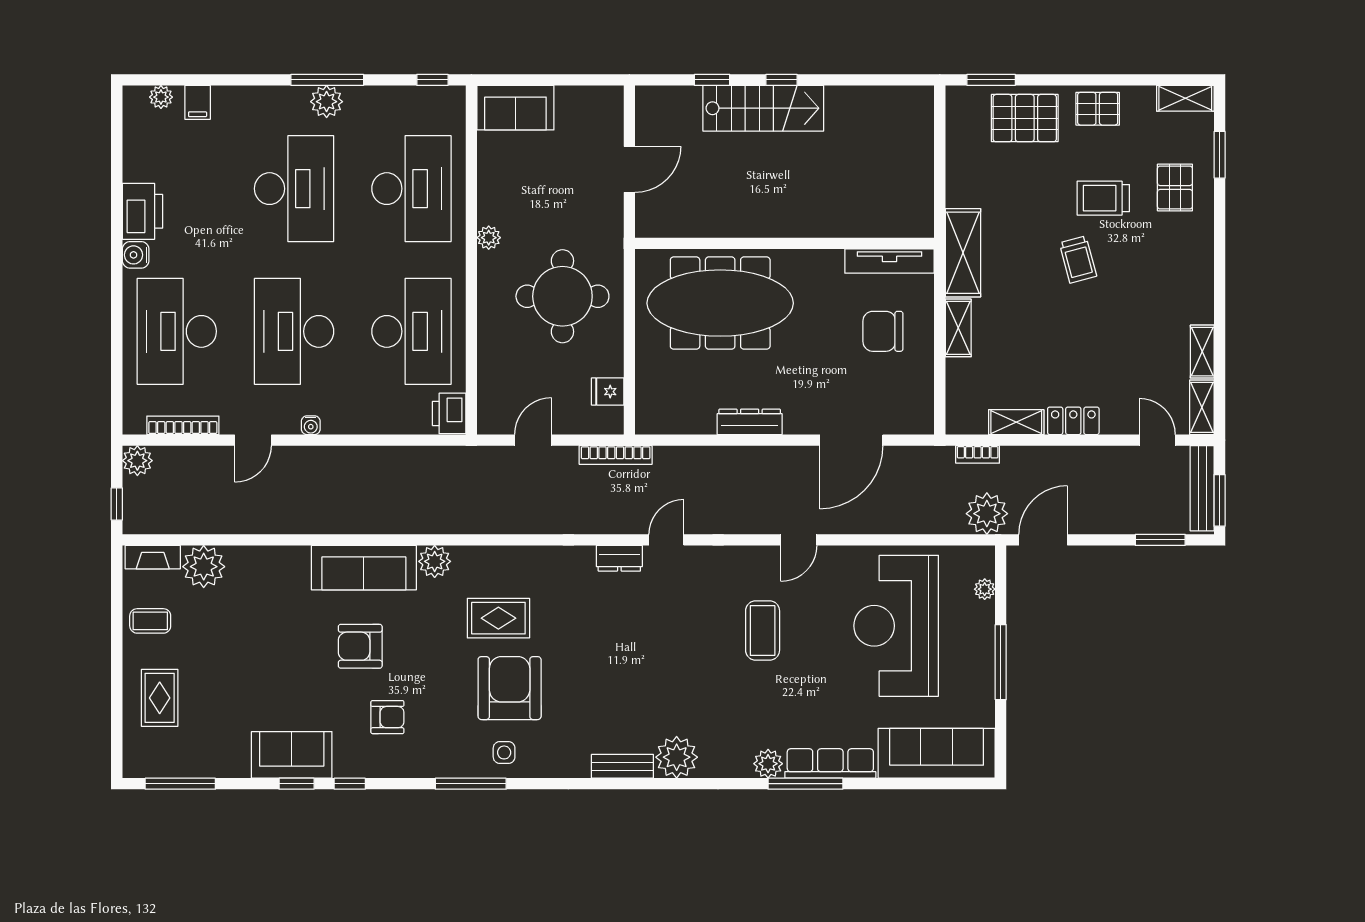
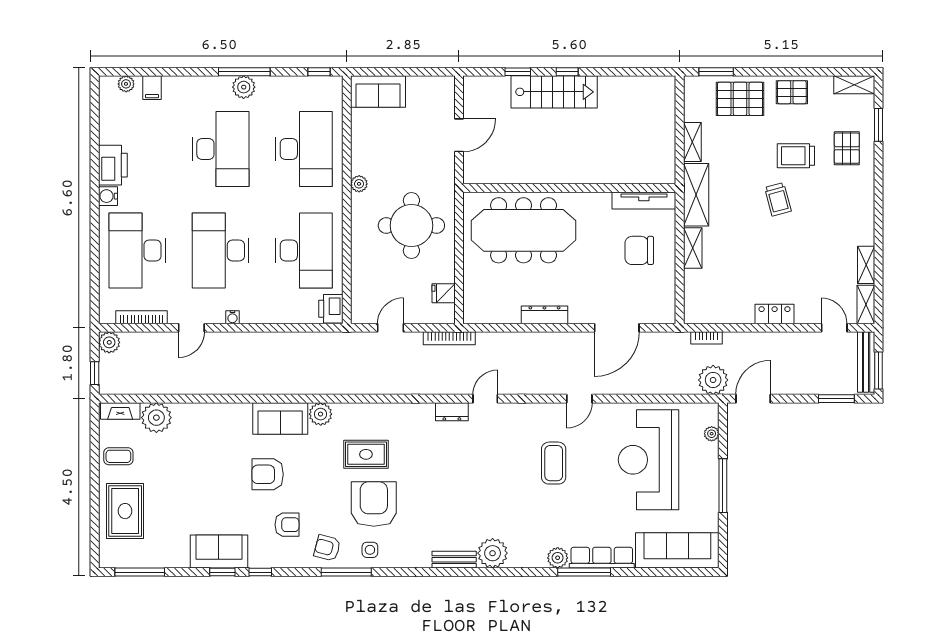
shelving: (1016, 422) -> (692, 142), moved, turned 90
sofa: (364, 568) -> (280, 418), width x0.73
rug: (160, 698) -> (125, 511), width x1.36, depth x1.43
armchair: (444, 750) -> (327, 548), added

